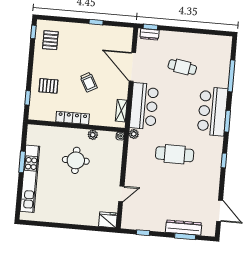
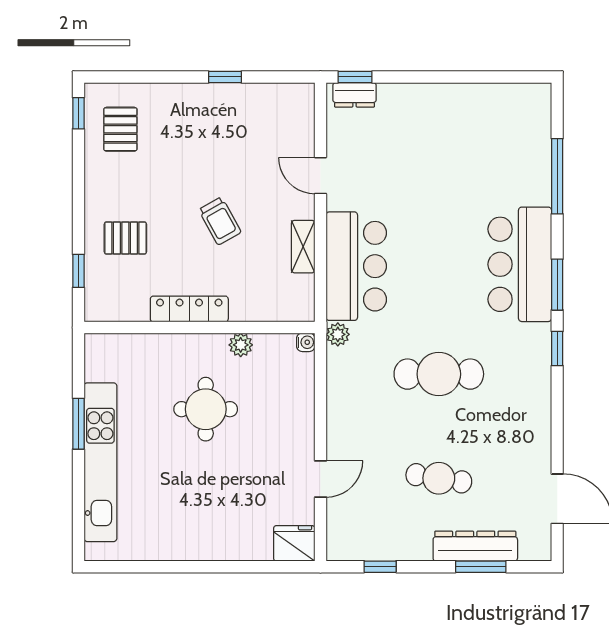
door: (132, 67) -> (321, 176), width x0.53
cafe table: (182, 67) -> (439, 478), moved
shelving: (121, 111) -> (303, 247), moved
window: (224, 160) -> (557, 349), moved

